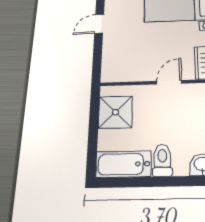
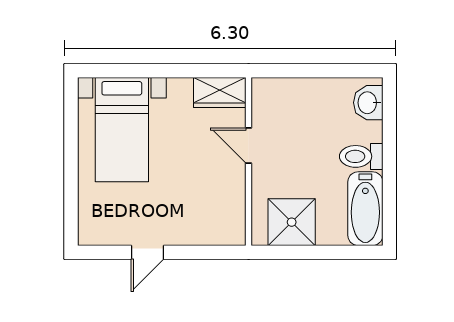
door: (99, 24) -> (147, 252), hinge flipped

